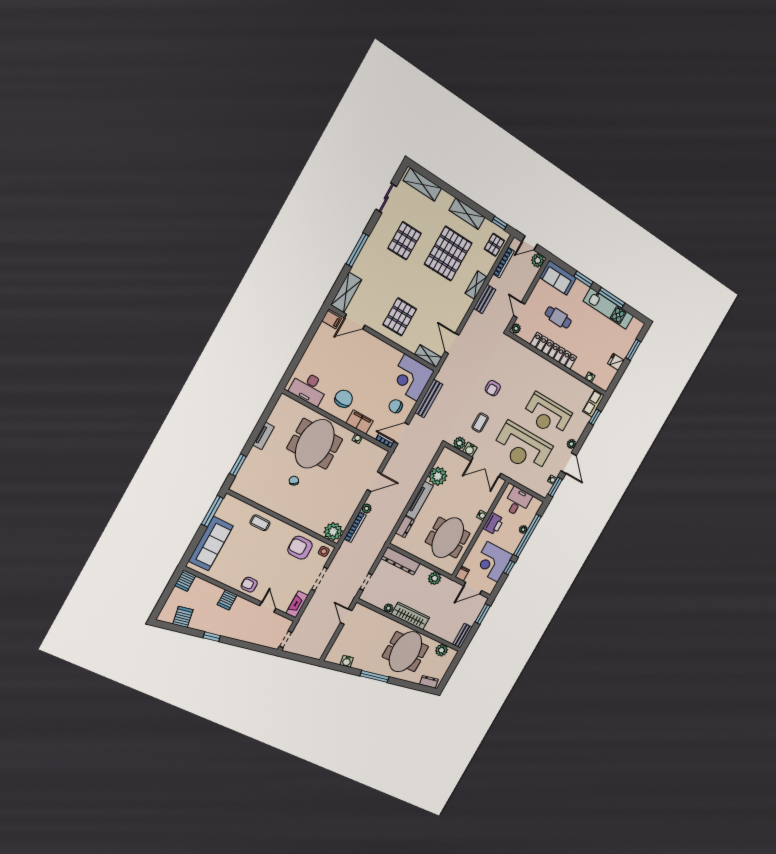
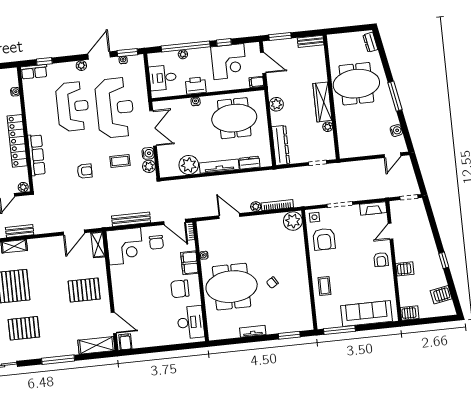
row of seats: (532, 358) -> (36, 155), added
door: (346, 617) -> (392, 155), moved
plant: (442, 650) -> (335, 51), removed

